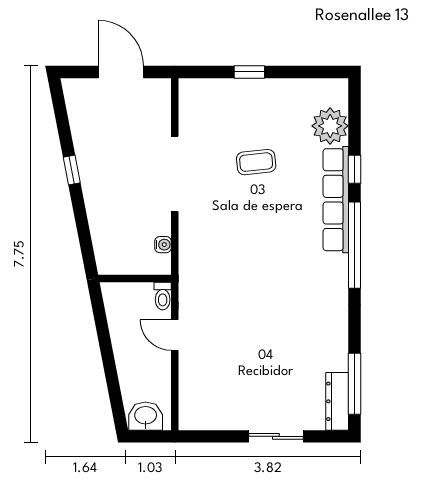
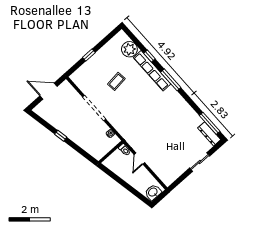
window: (355, 245) -> (171, 80), width x0.68
door: (175, 335) -> (139, 159), hinge flipped

